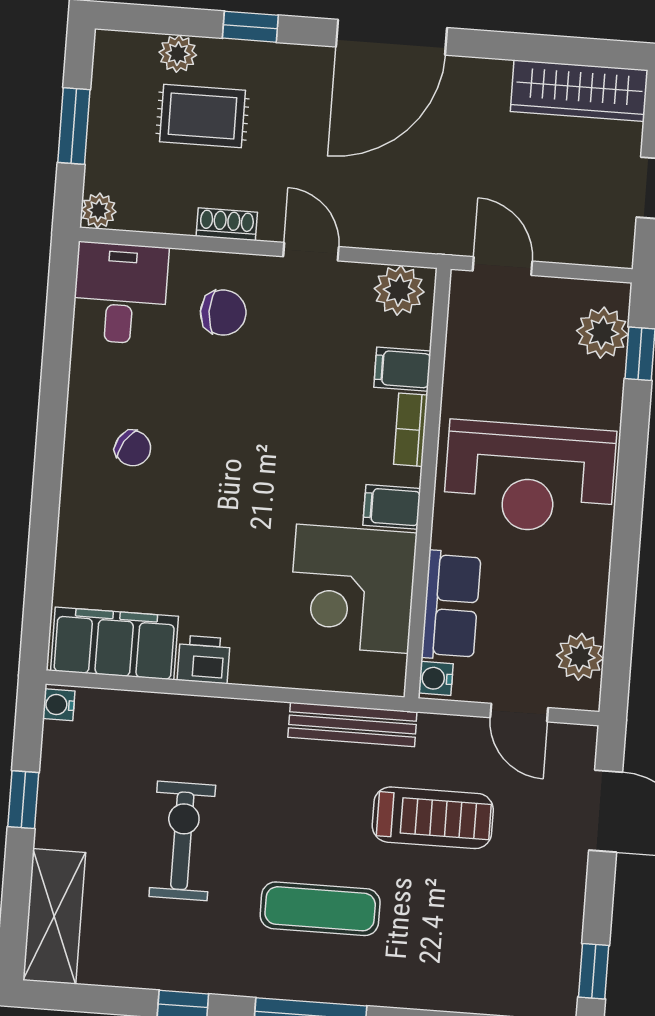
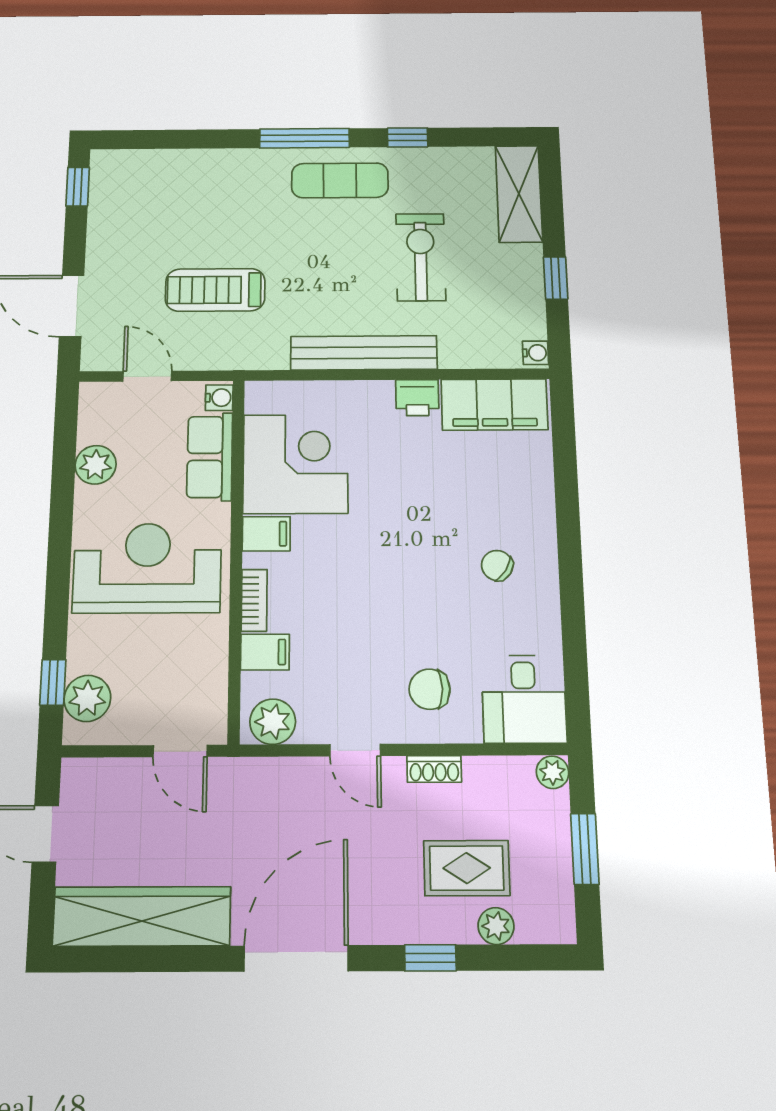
wardrobe: (579, 91) -> (142, 916), width x1.40, depth x1.17
plant: (580, 657) -> (96, 465), moved
bench: (352, 725) -> (364, 353), moved, width x1.37, depth x1.21
exercise bike: (182, 841) -> (421, 257), turned 180
exercise mat: (320, 909) -> (340, 180), moved

